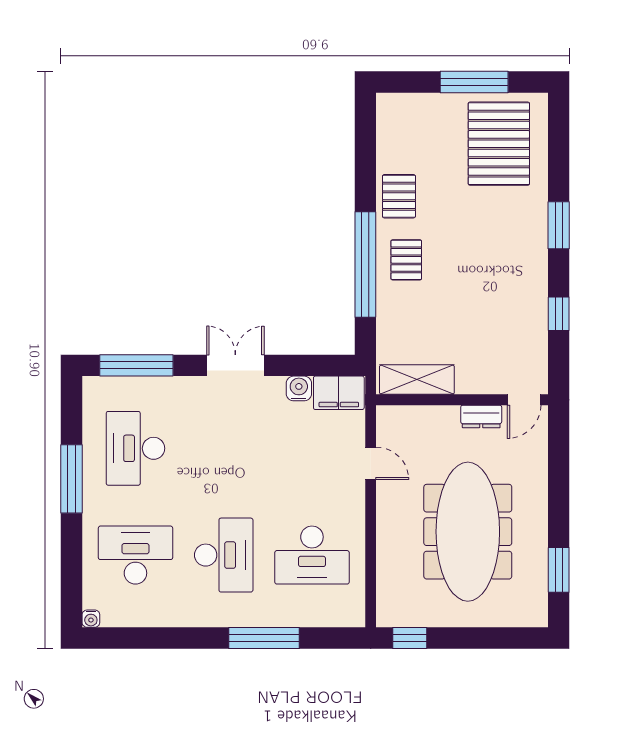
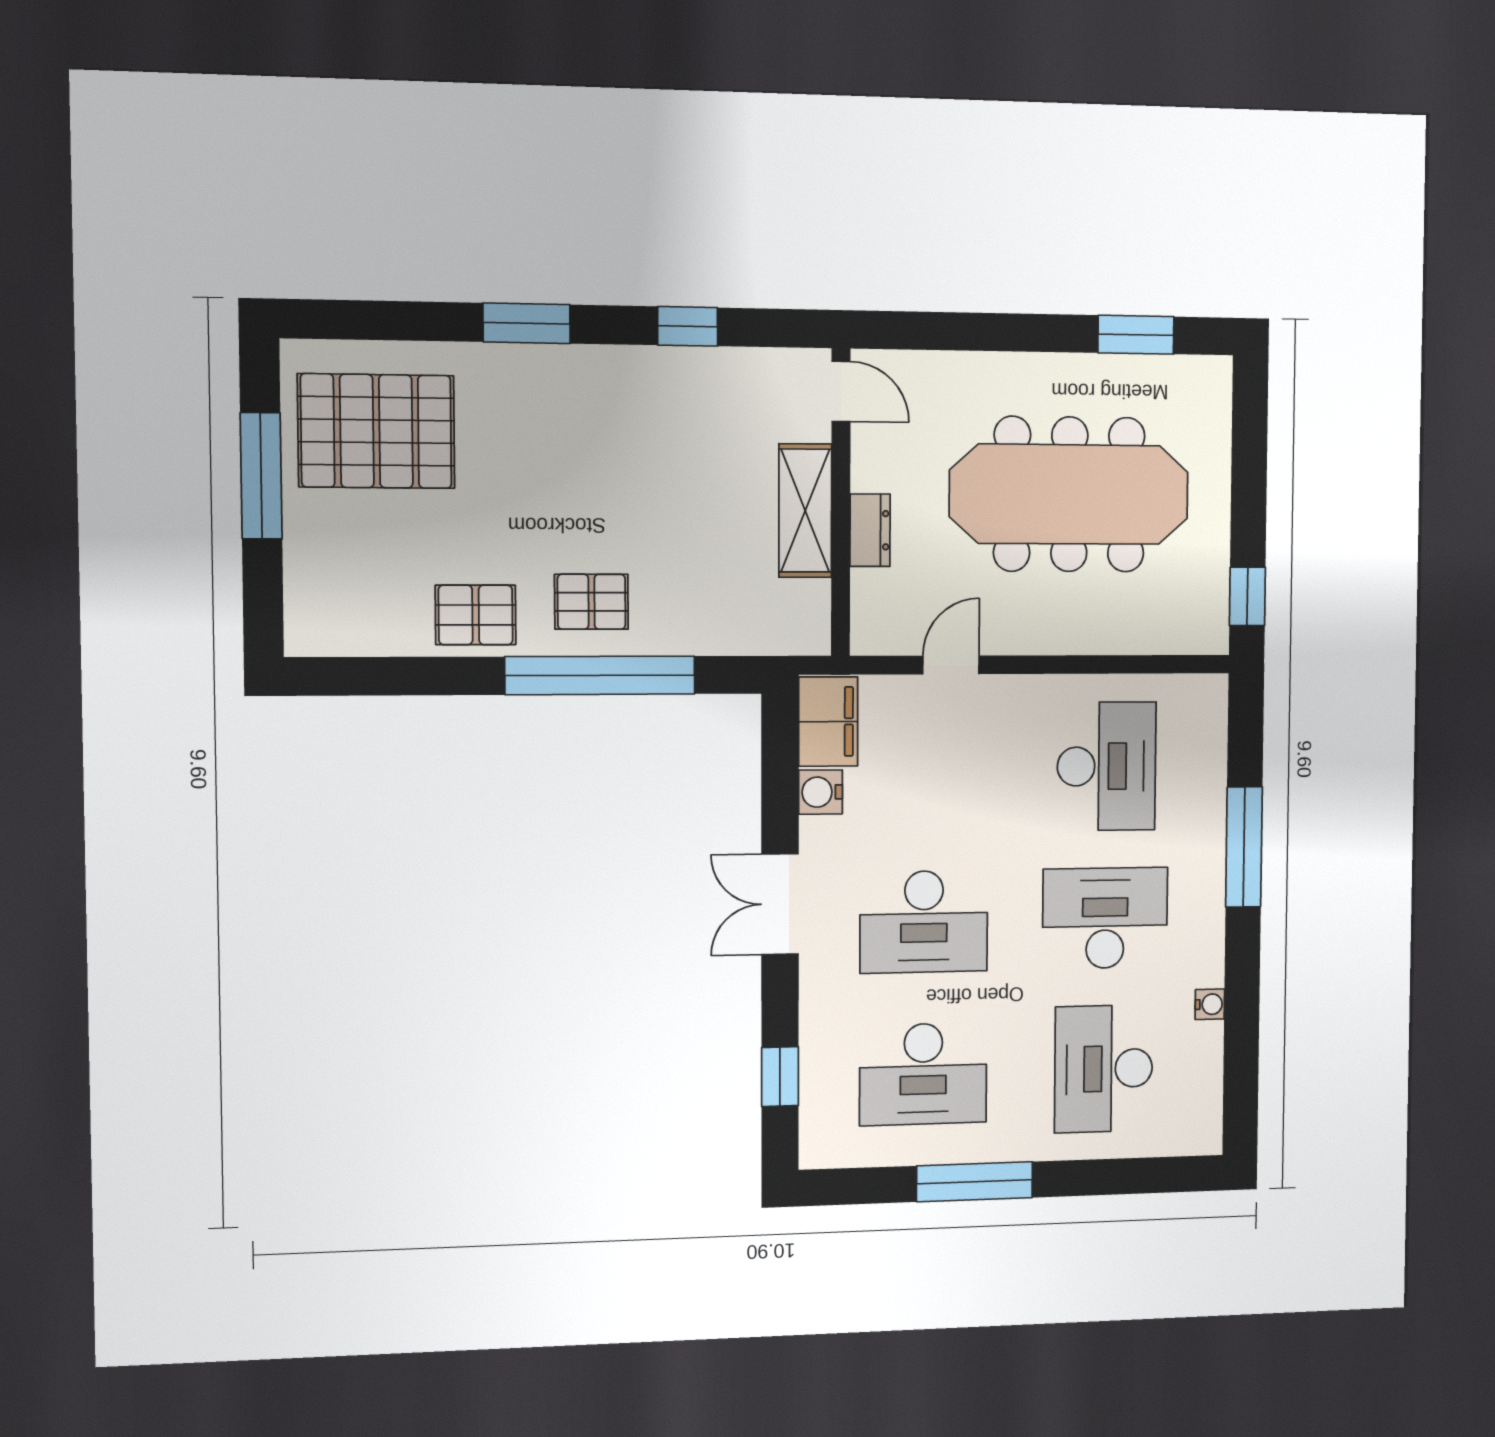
window: (136, 365) -> (780, 1077), width x0.46
shelving: (417, 380) -> (805, 511), moved
dresser: (481, 416) -> (870, 530), moved
desk: (224, 448) -> (924, 922), added
water cooler: (91, 619) -> (1210, 1004), moved

